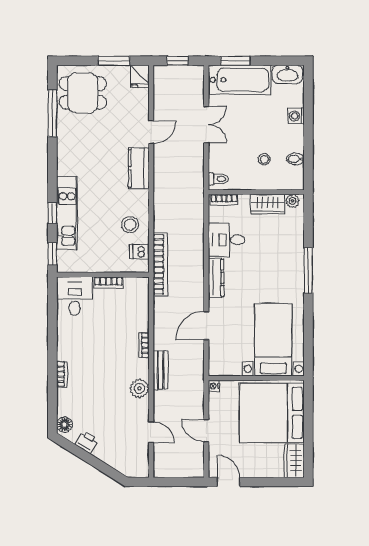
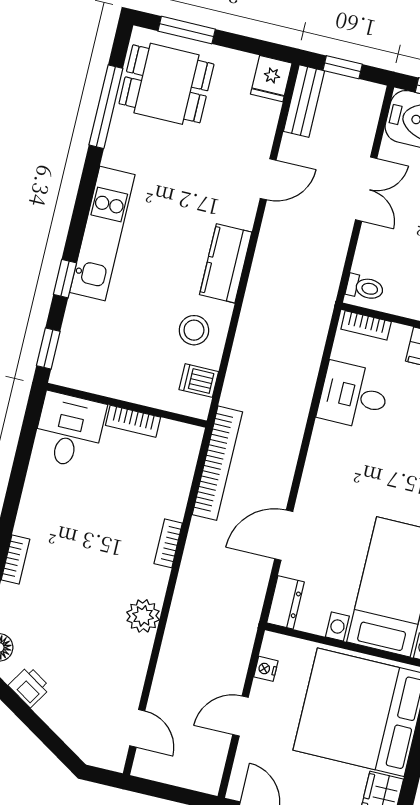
window: (114, 61) -> (187, 30), moved
kitchen counter: (139, 168) -> (226, 263), moved
kitchen unit: (67, 213) -> (102, 234), moved
bookcase: (160, 264) -> (217, 463), moved
dresser: (216, 278) -> (285, 602), moved, width x0.70
bench: (161, 370) -> (304, 101), moved
nightstand: (214, 386) -> (266, 669), moved
door: (206, 431) -> (241, 716), hinge flipped
door: (151, 432) -> (137, 728), moved

